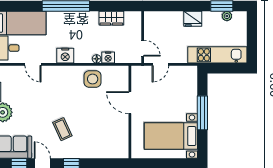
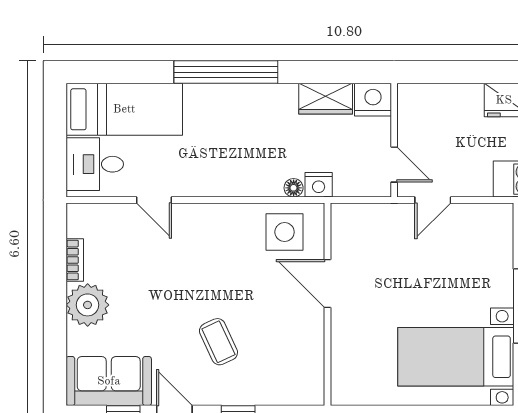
nightstand: (65, 56) -> (373, 100), moved, turned 180
door: (130, 103) -> (327, 284), moved
wall: (130, 112) -> (327, 304), moved

